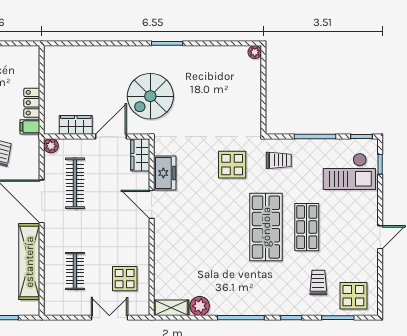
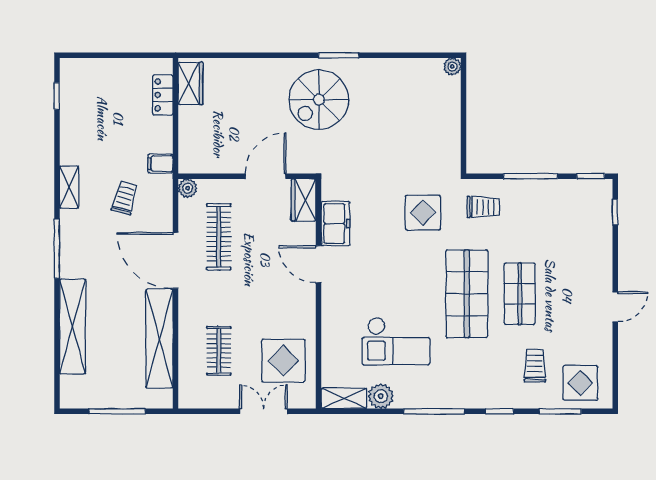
spiral stairs: (150, 96) -> (319, 100), moved
locker: (32, 103) -> (163, 95), moved
wardrobe: (76, 125) -> (191, 83), moved, turned 90
checkout: (349, 171) -> (396, 341), moved
display table: (125, 279) -> (283, 361), width x1.36, depth x1.36

